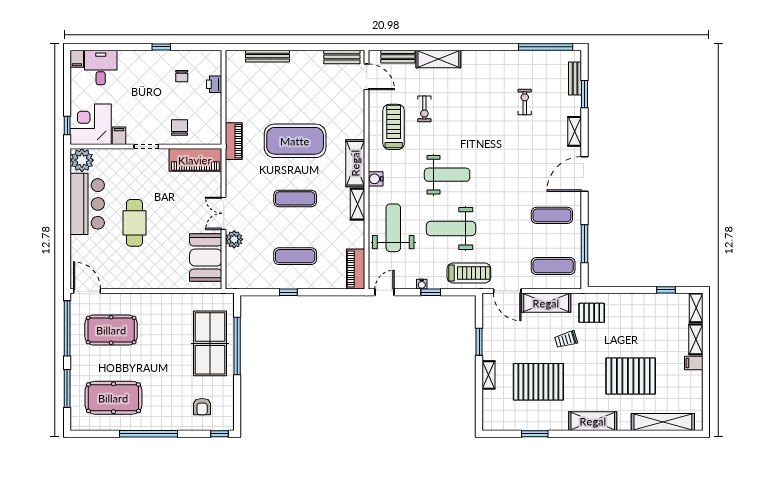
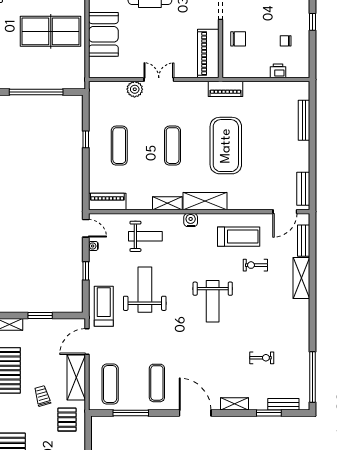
weight bench: (447, 175) -> (213, 301), moved
weight bench: (393, 228) -> (145, 236), width x0.73, depth x0.75
booth: (206, 258) -> (103, 34), moved, turned 90
treadmill: (469, 273) -> (104, 306), turned 180
water cooler: (422, 284) -> (93, 246), moved
table tennis table: (210, 343) -> (51, 31), moved

